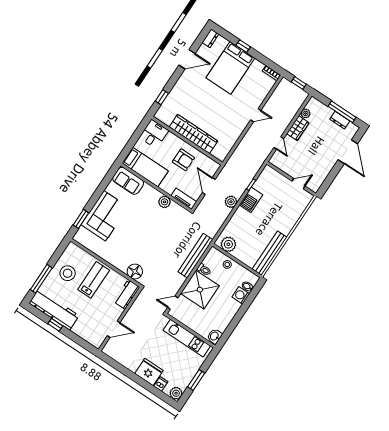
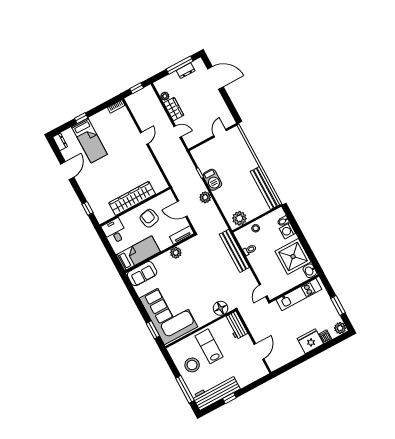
bed: (230, 68) -> (89, 141), width x0.67
armchair: (183, 160) -> (149, 218), turned -102
corner sofa: (105, 216) -> (169, 312), width x1.36, depth x1.36
shower: (200, 290) -> (293, 256), moved

